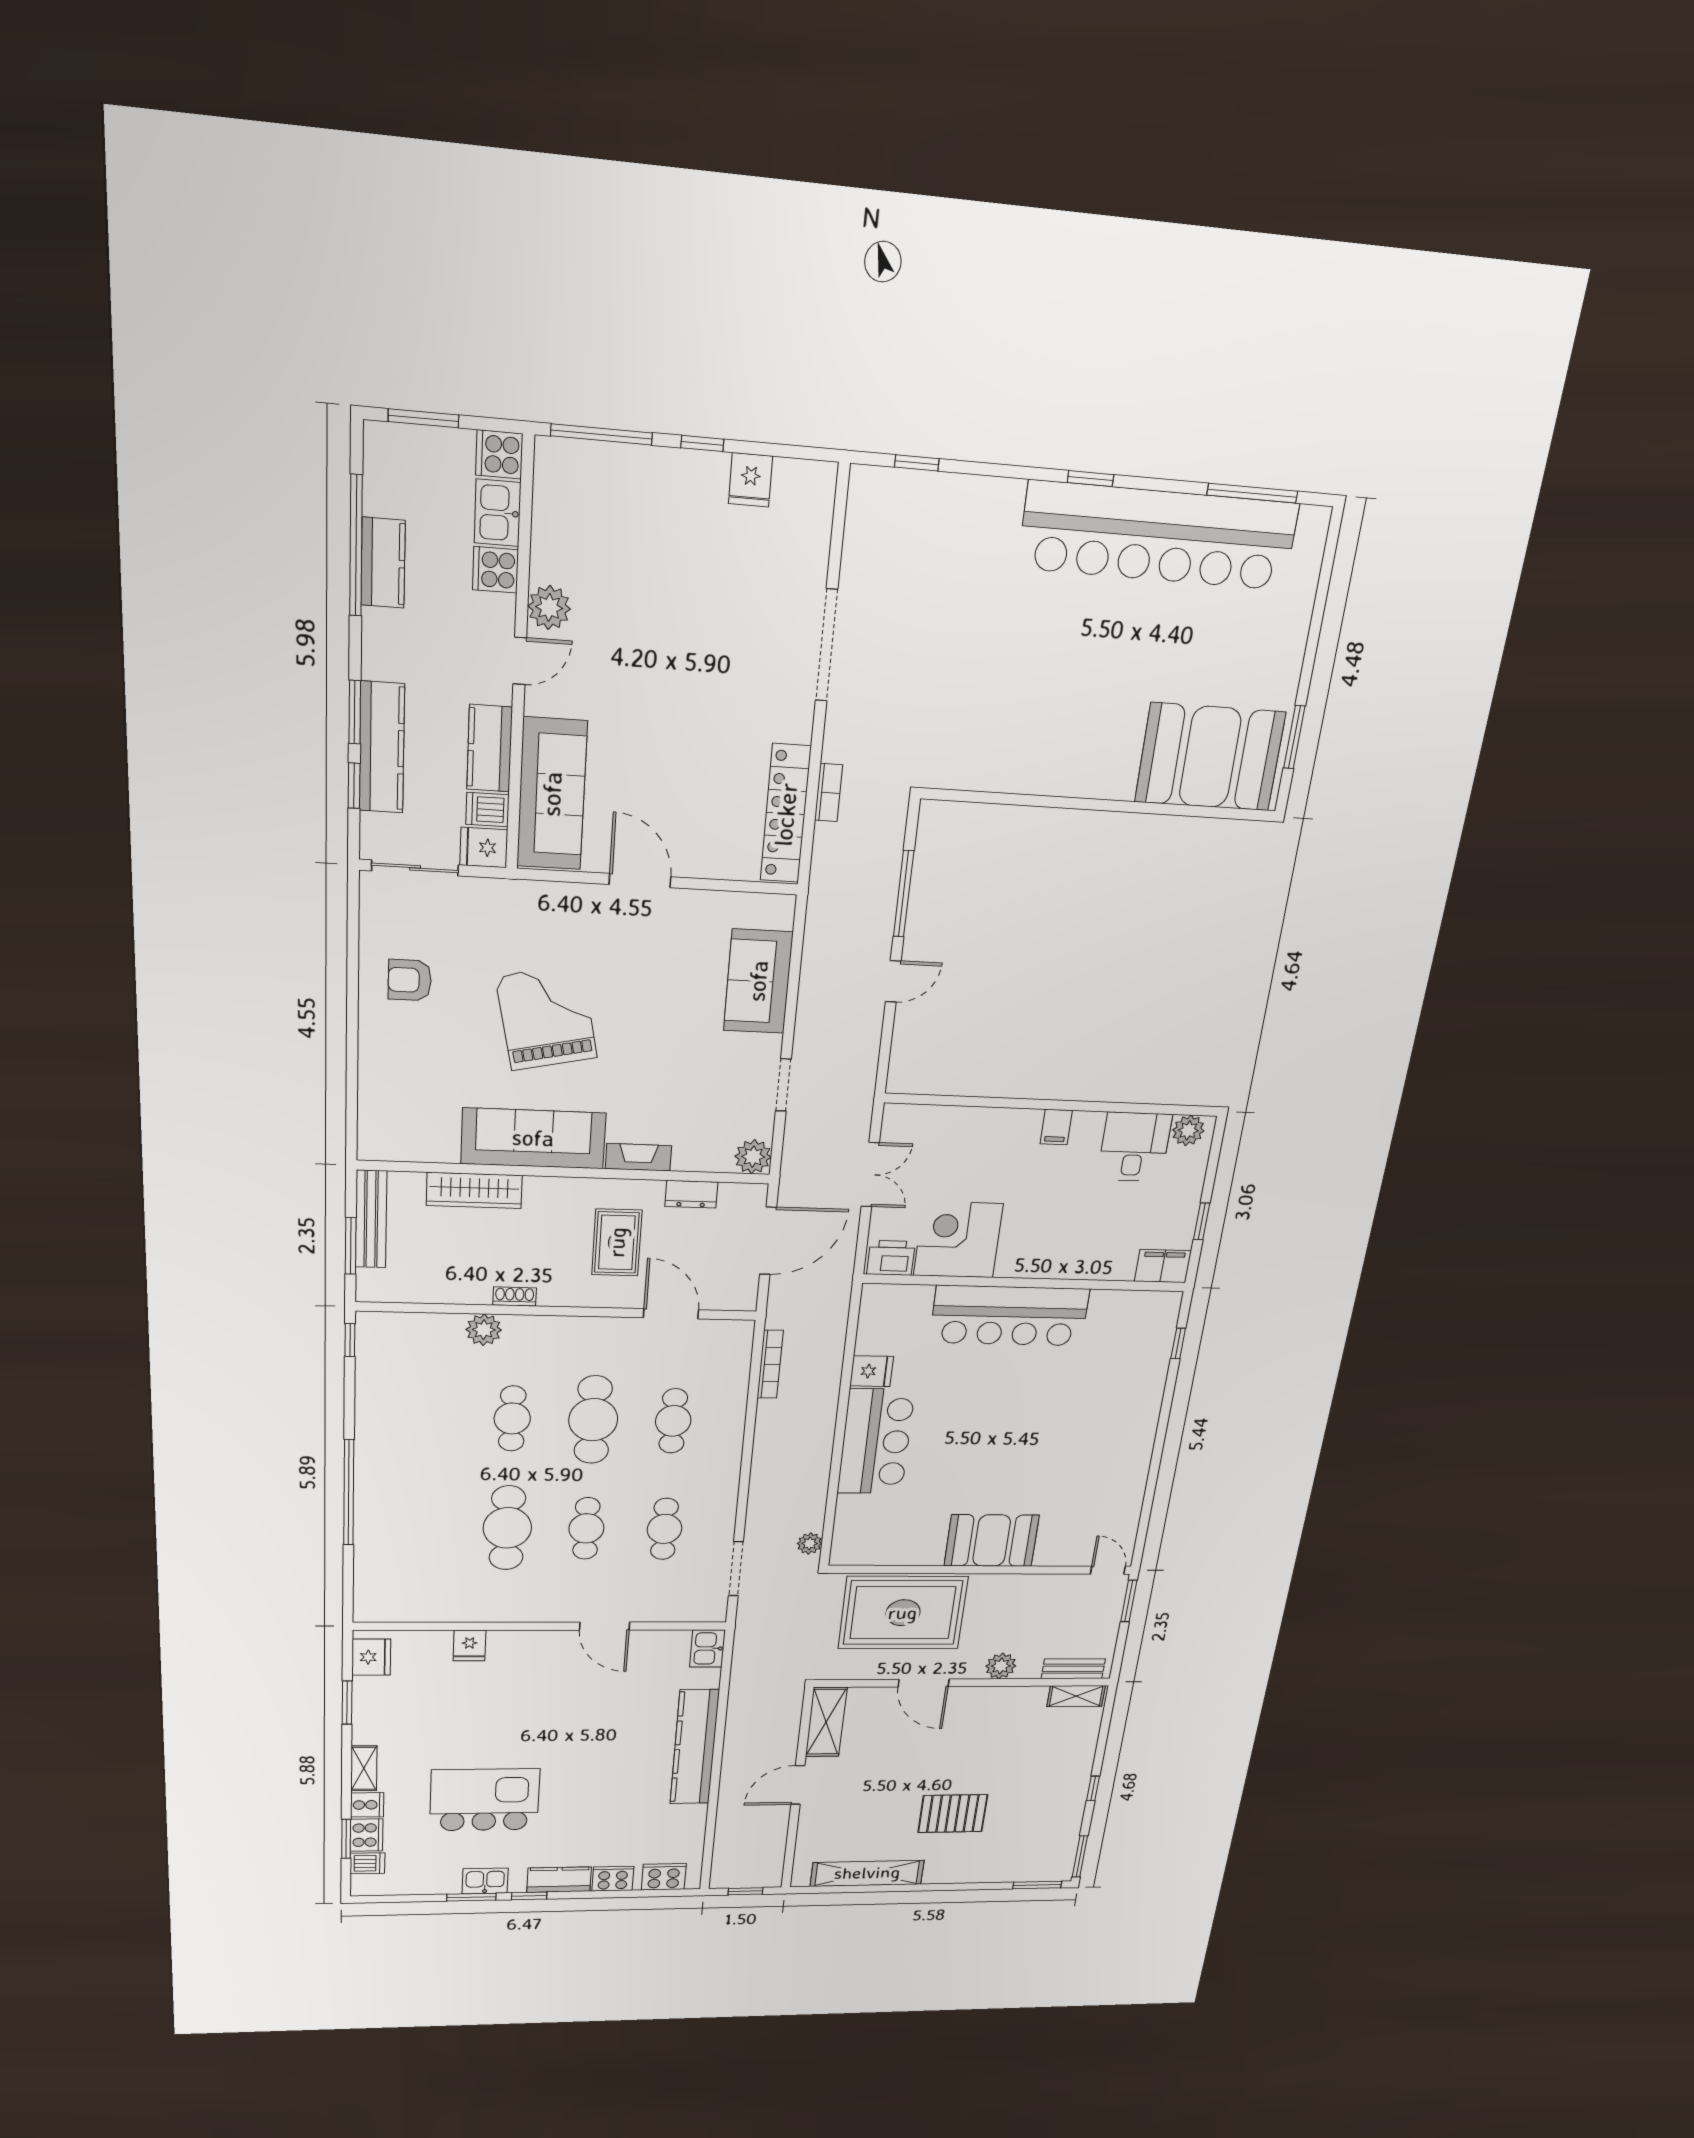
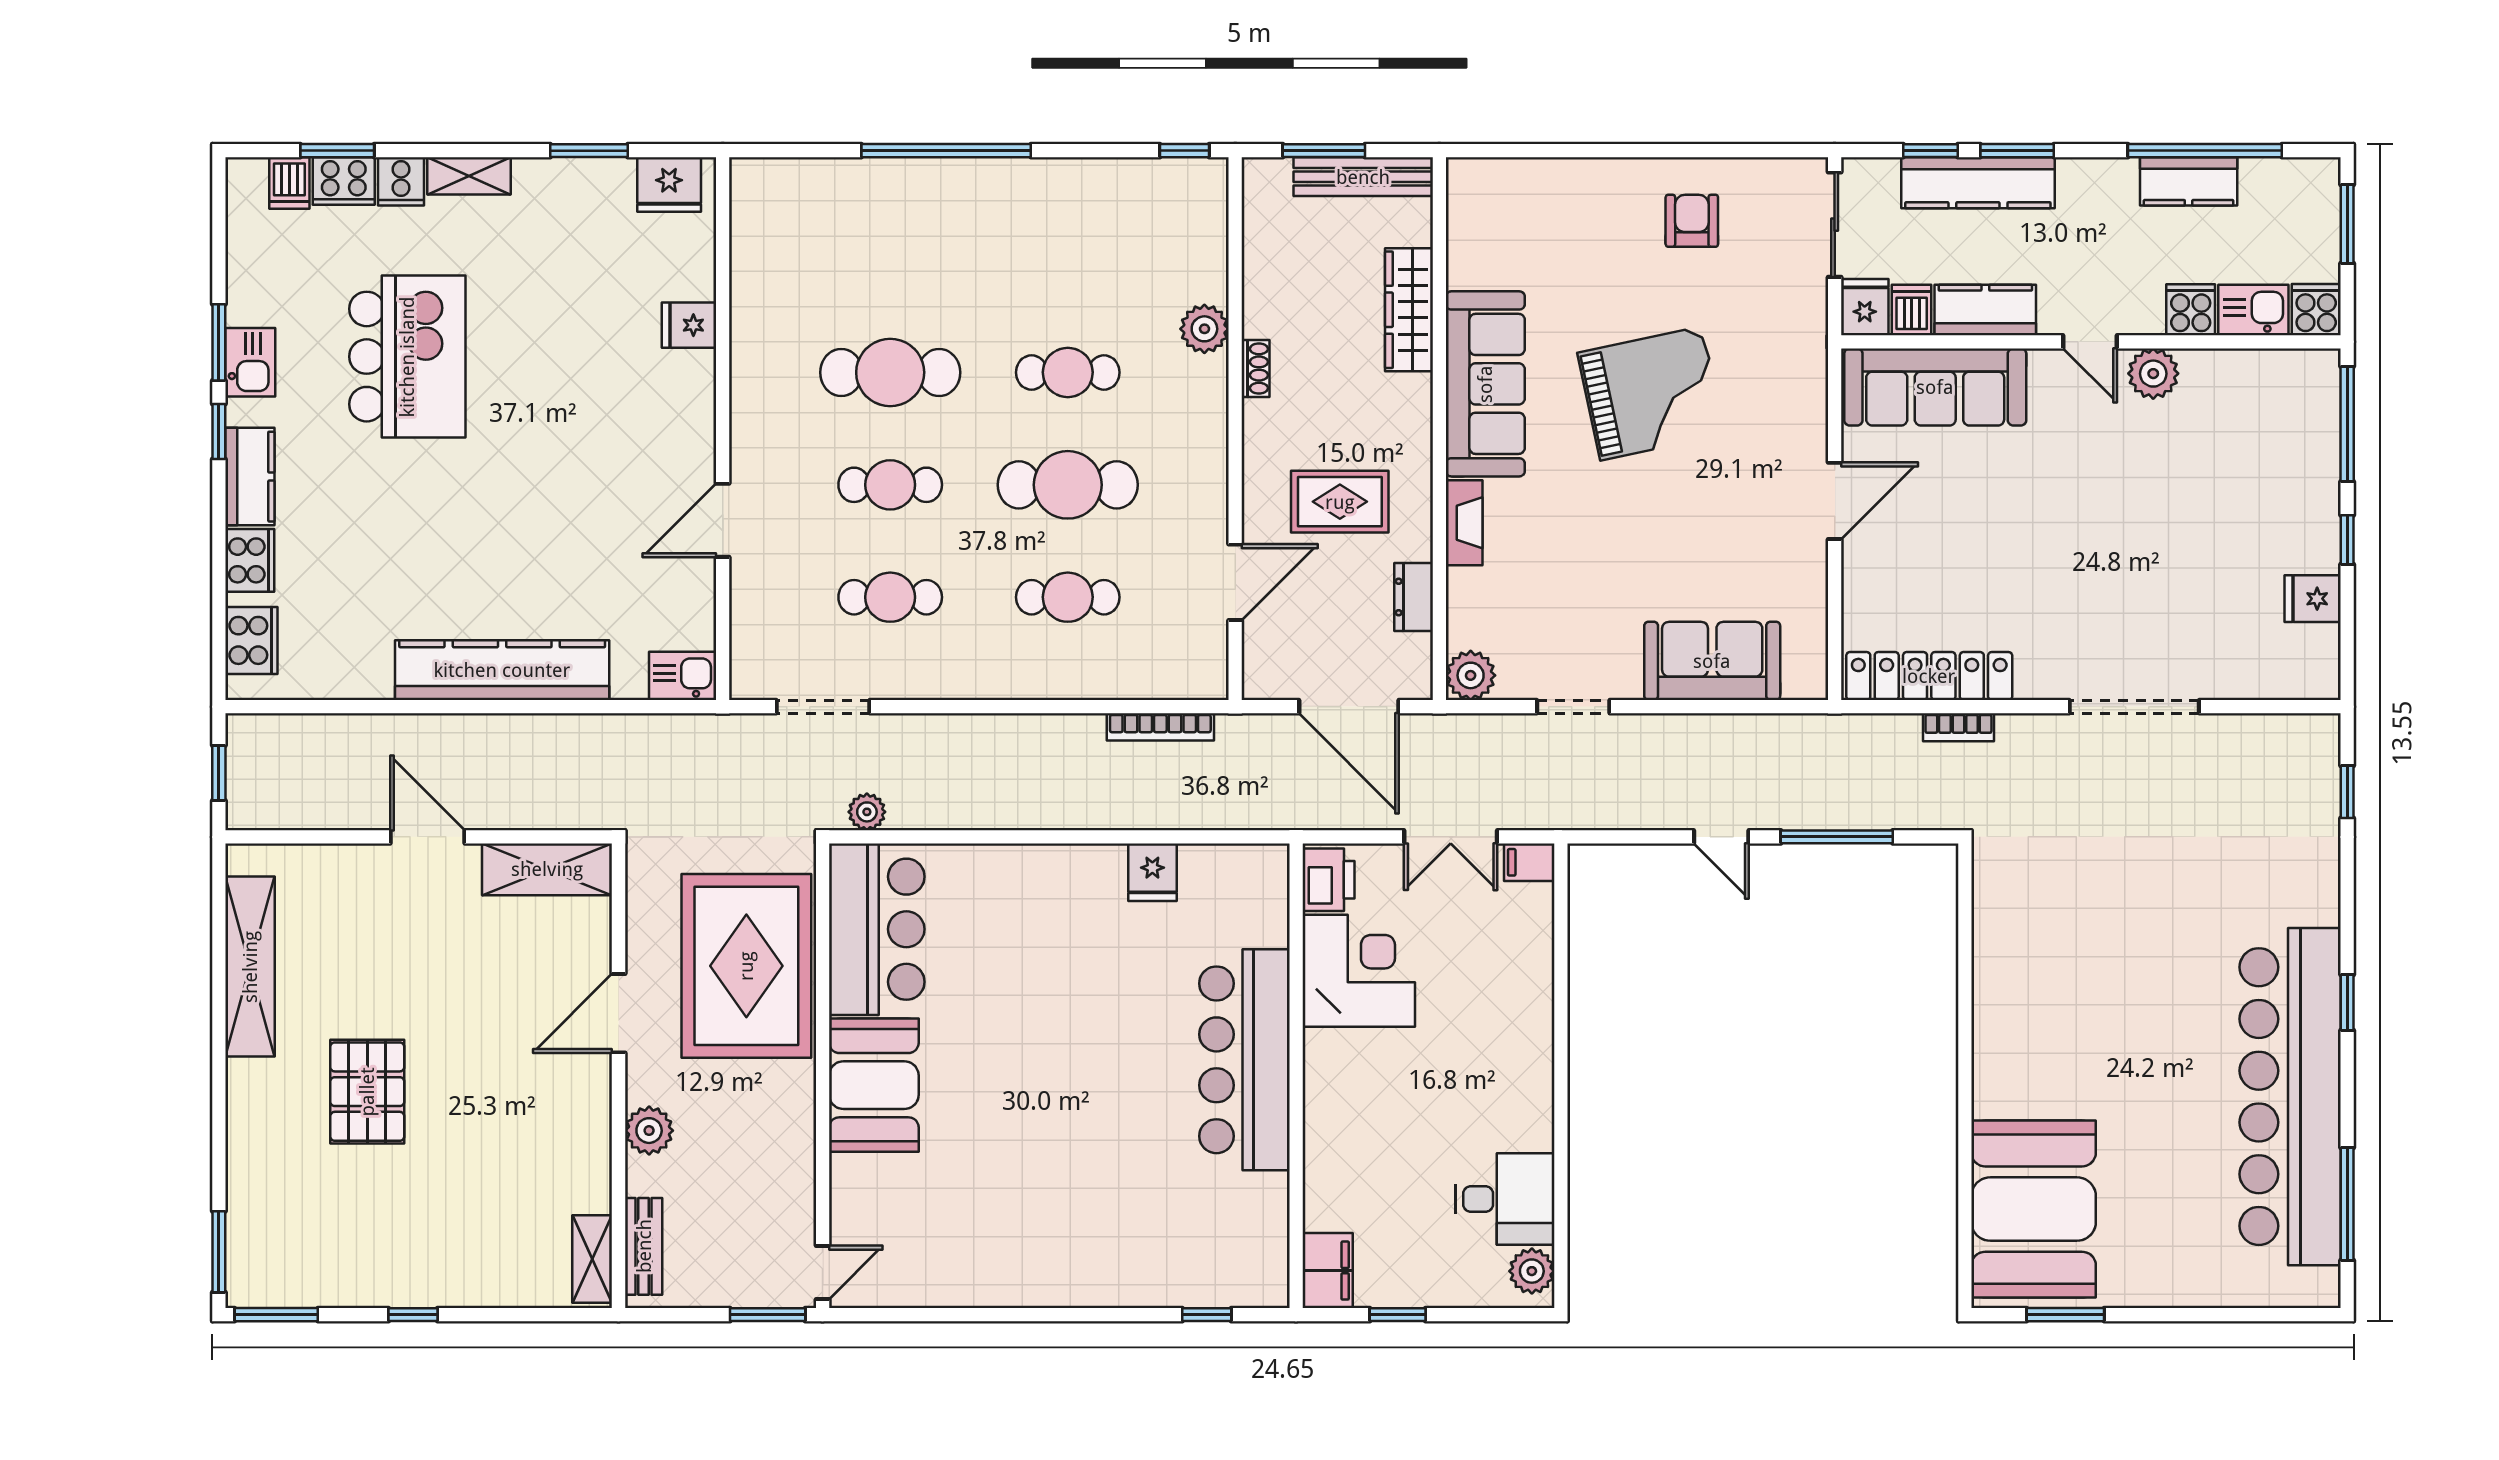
filing cabinet: (1056, 1127) -> (1529, 862), moved
bar counter: (876, 1442) -> (877, 929), moved, turned -90

